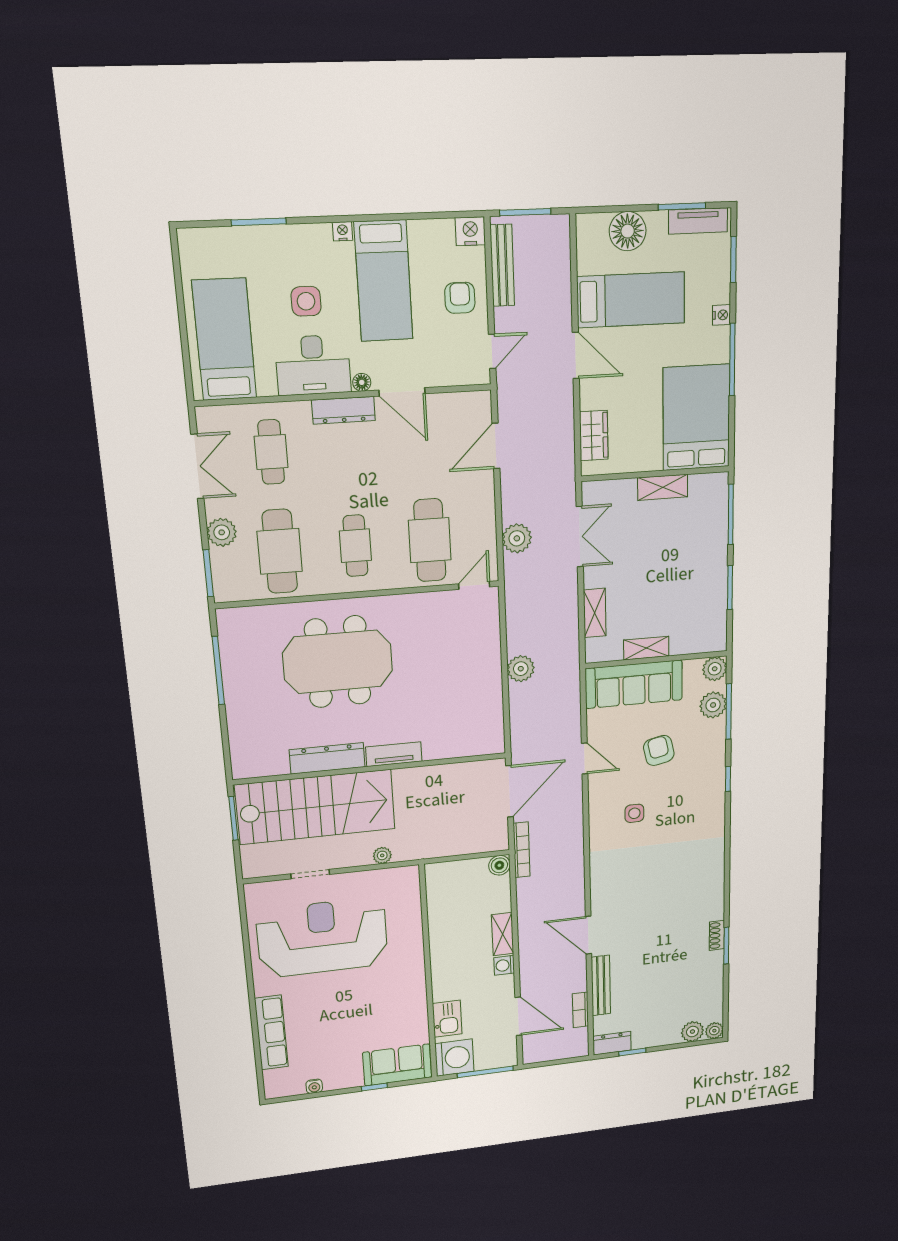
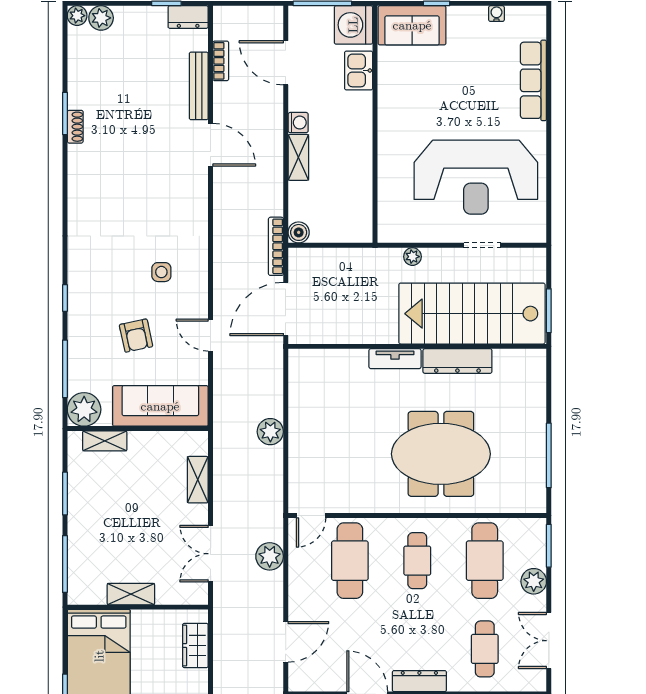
shelving: (646, 648) -> (105, 441), moved
plant: (715, 669) -> (84, 409), width x1.36, depth x1.36
plant: (713, 705) -> (81, 377), removed

